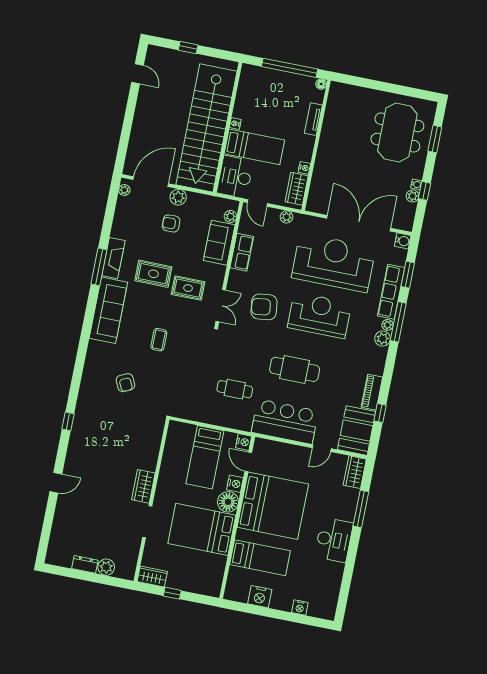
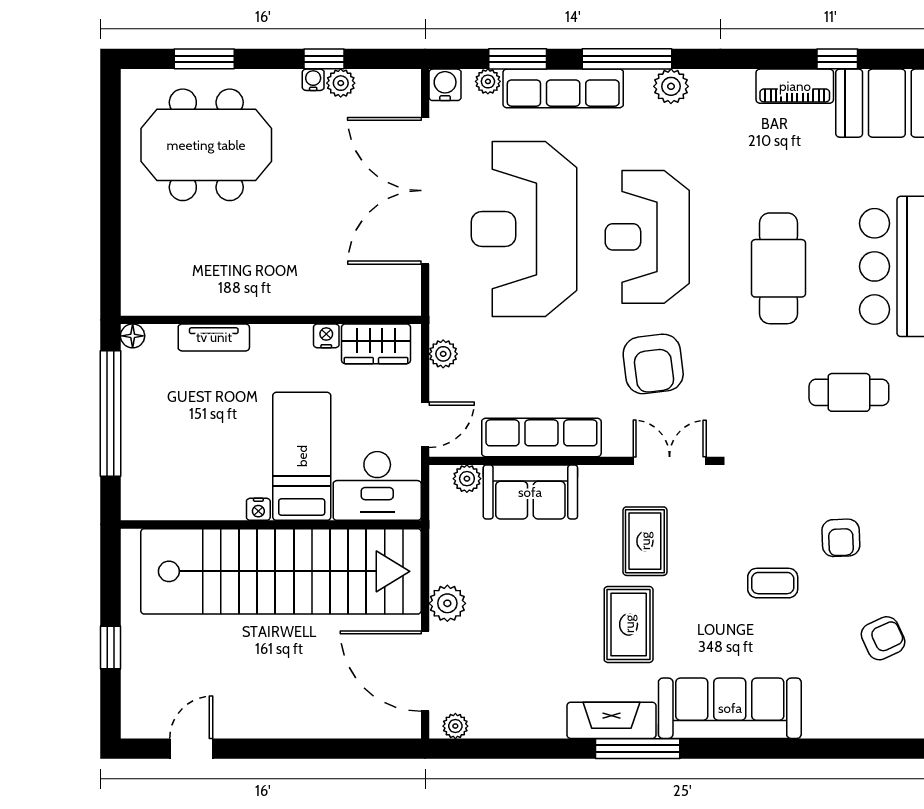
armchair: (171, 223) -> (841, 538), moved
row of seats: (242, 252) -> (541, 437), width x1.48
plant: (387, 325) -> (488, 81), moved
cafe table: (235, 389) -> (849, 392), turned 90

